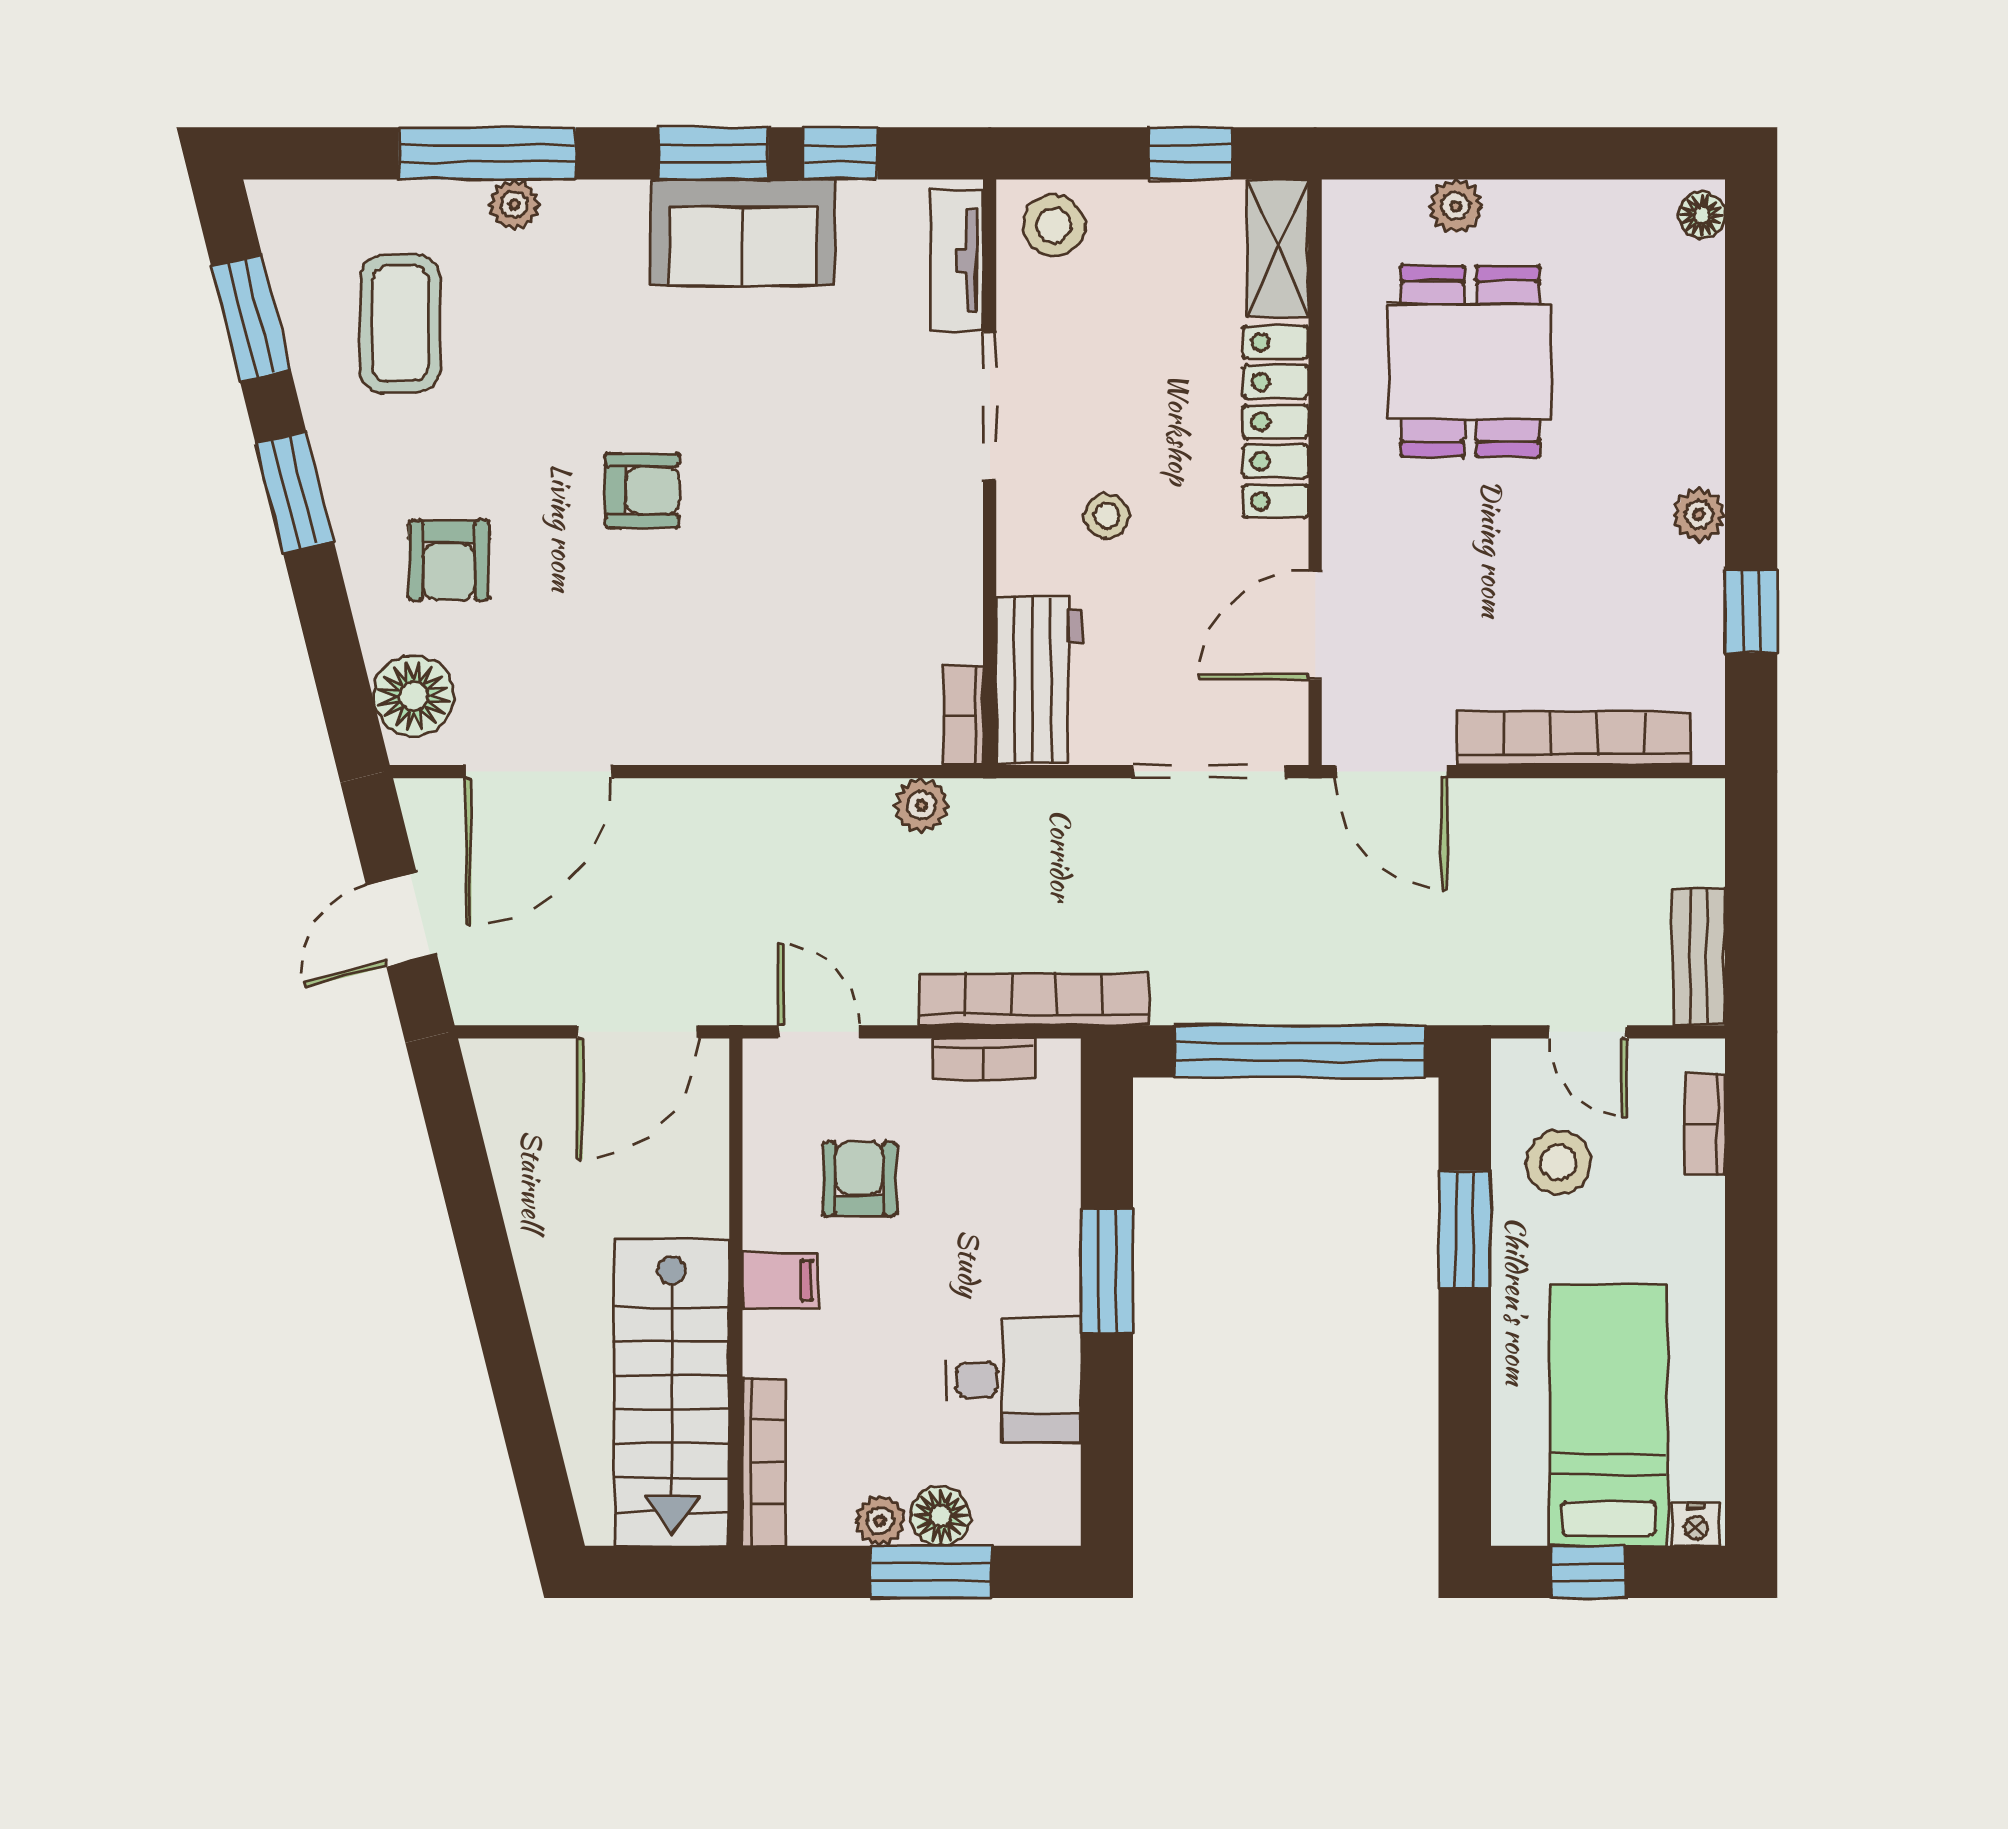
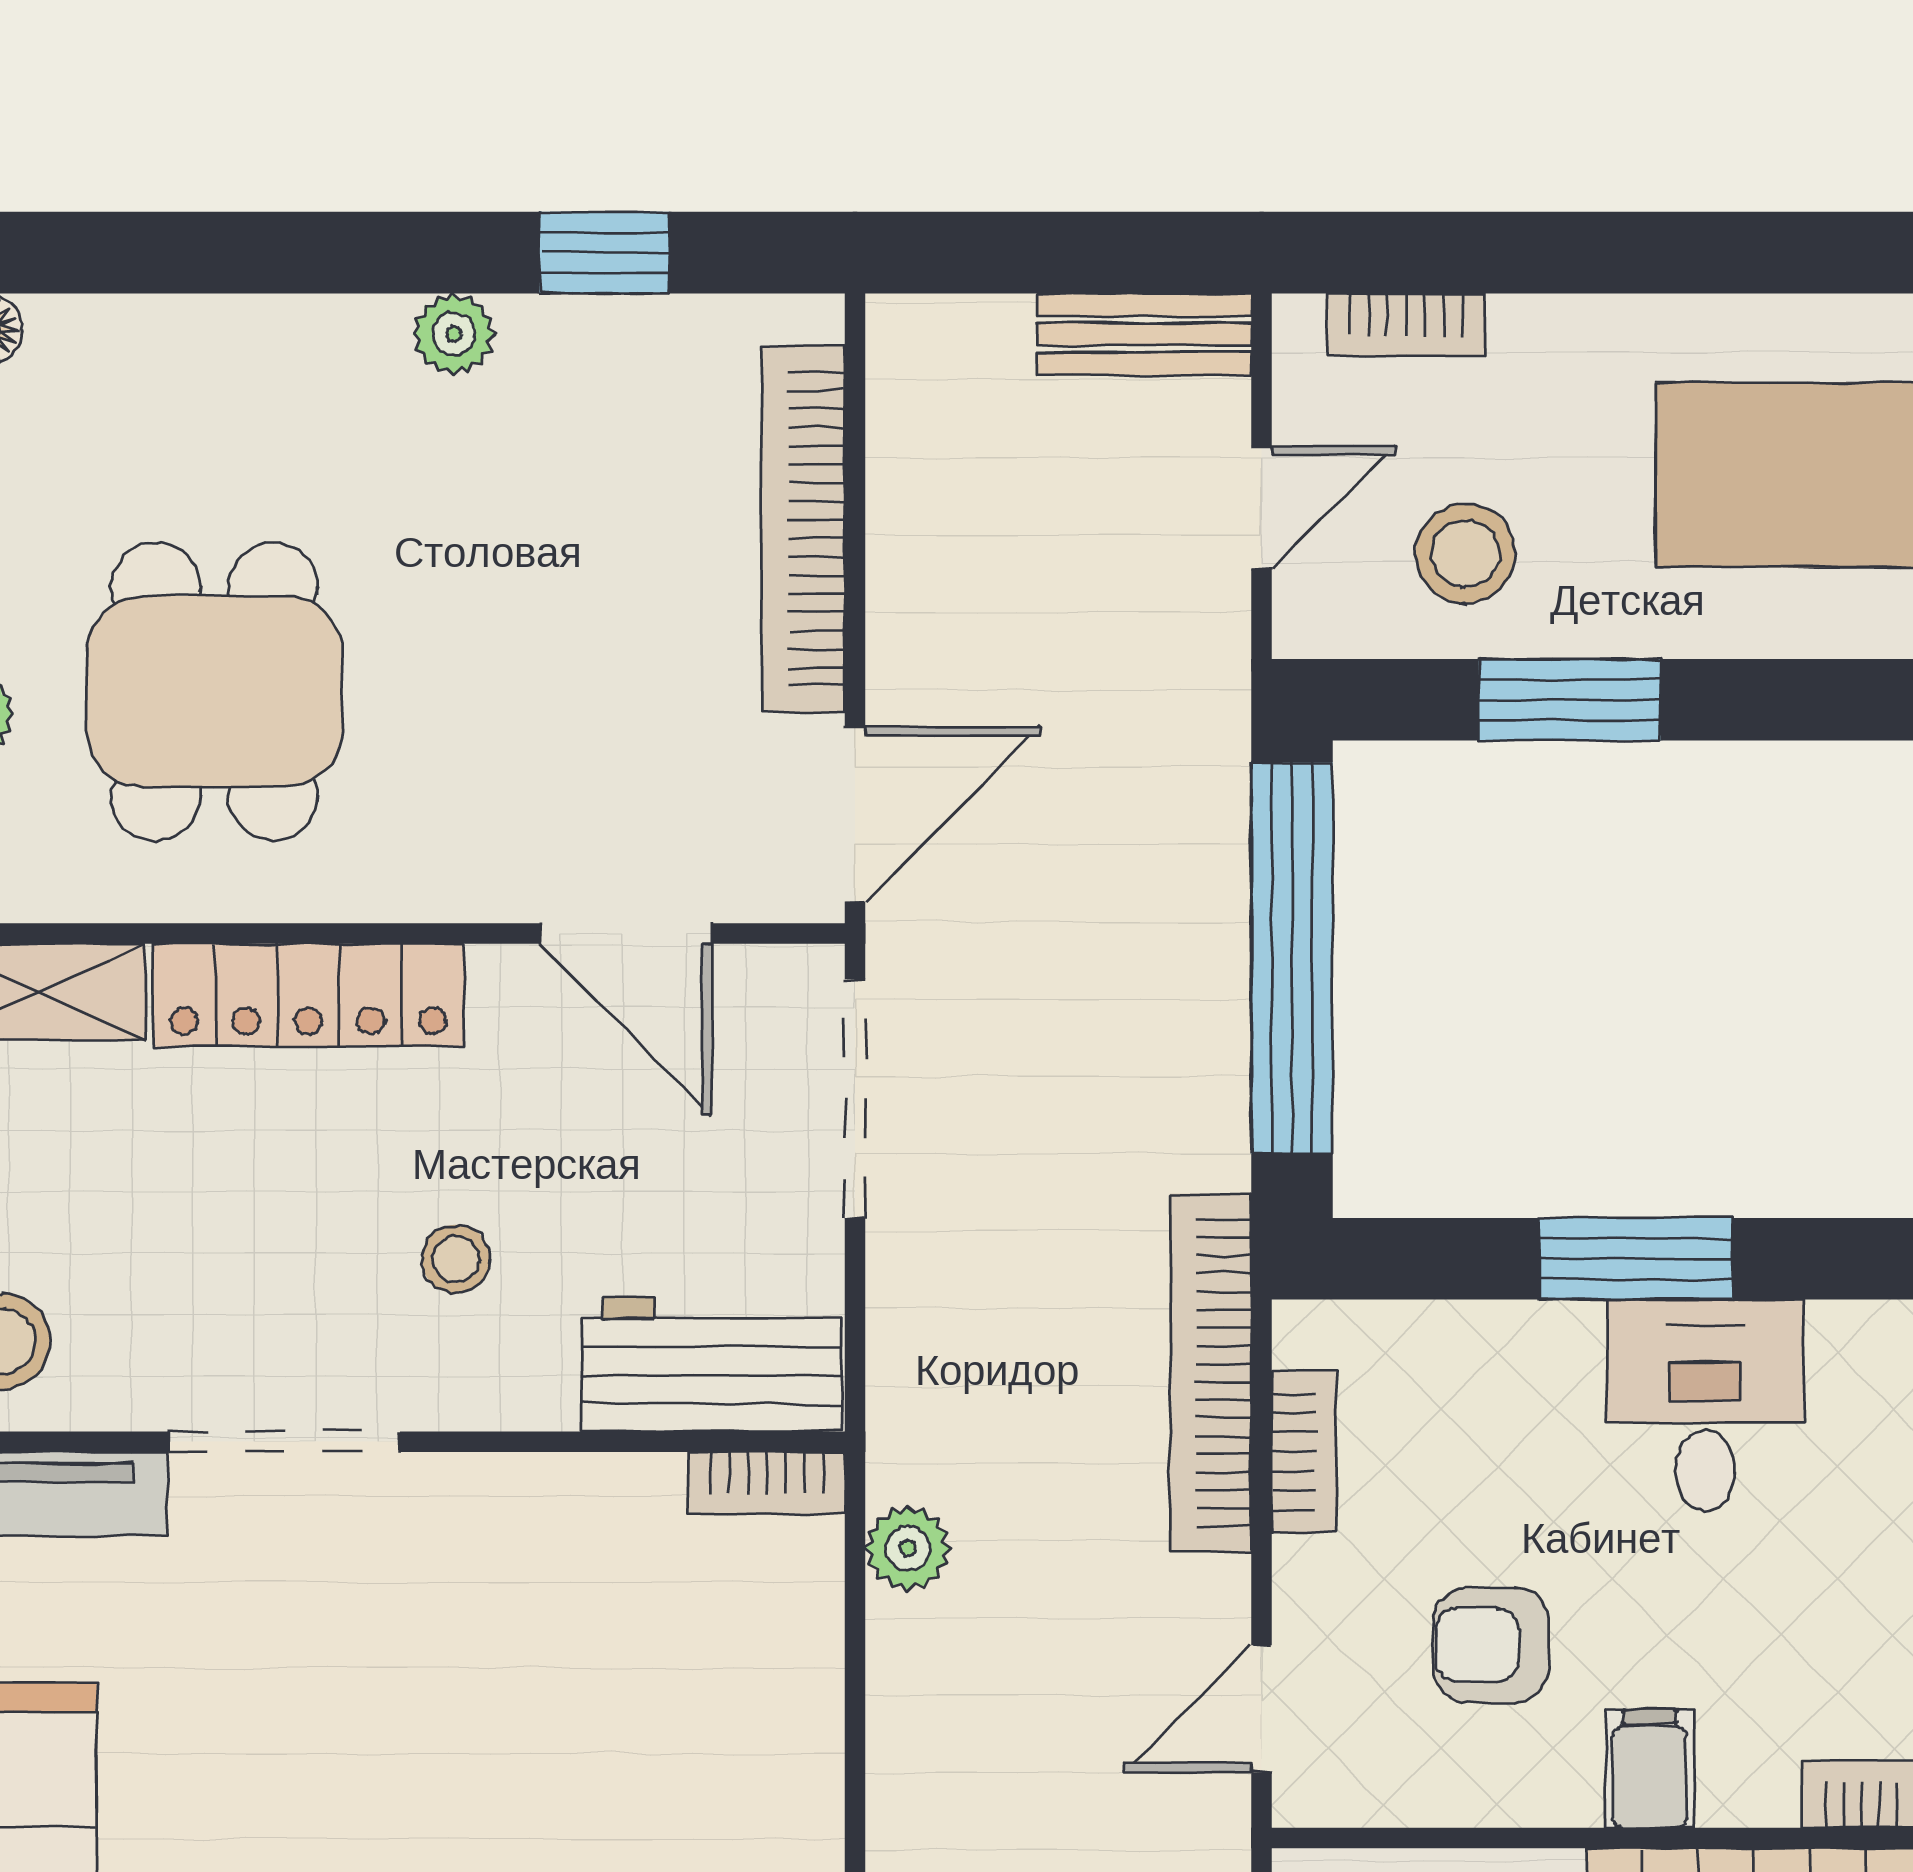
dining table: (1470, 361) -> (214, 691), turned 90
desk: (1013, 1380) -> (1705, 1405), moved

